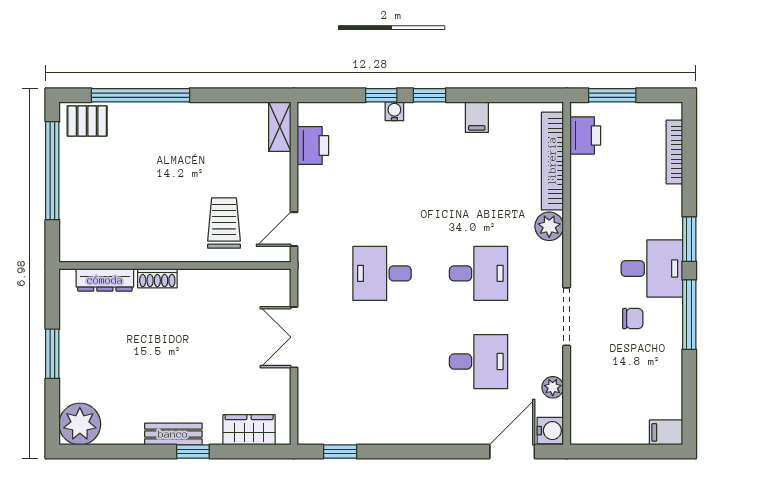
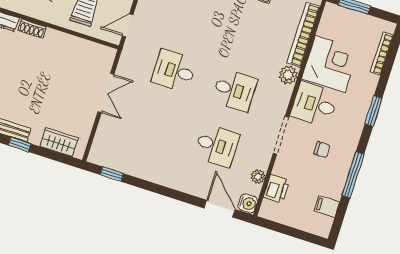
printer: (585, 135) -> (277, 189), moved
corner desk: (605, 191) -> (330, 64), added
desk: (652, 269) -> (314, 104), moved, turned 180
window: (689, 315) -> (353, 175), moved
double door: (294, 337) -> (106, 93), swing flipped
filing cabinet: (666, 432) -> (327, 206), moved
door: (512, 452) -> (220, 209), hinge flipped

